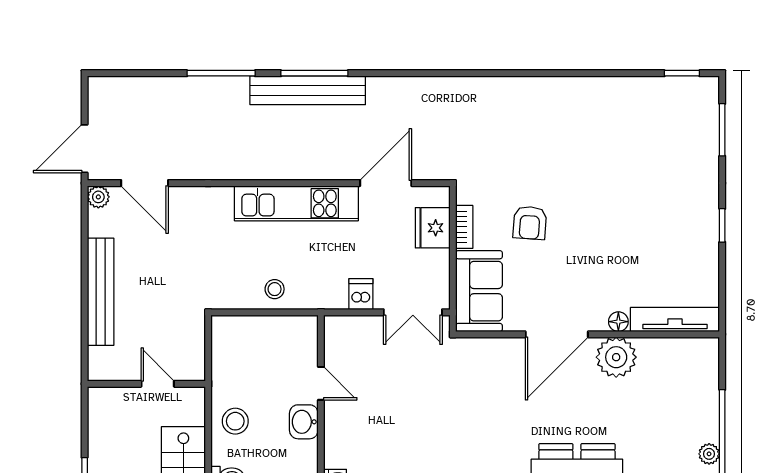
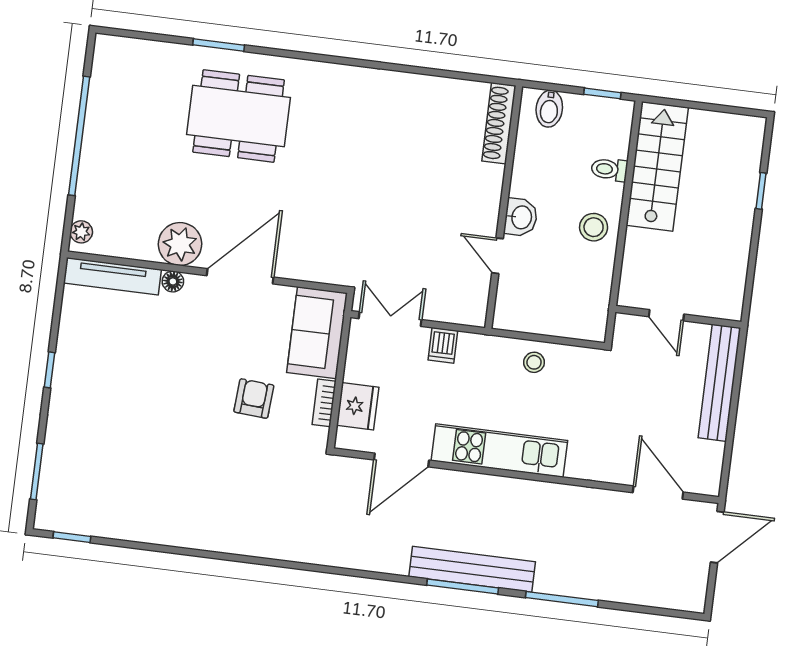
plant: (98, 197) -> (709, 484), removed
wall: (146, 384) -> (678, 317), moved
door: (158, 384) -> (666, 315), moved
plant: (709, 454) -> (81, 232), moved

